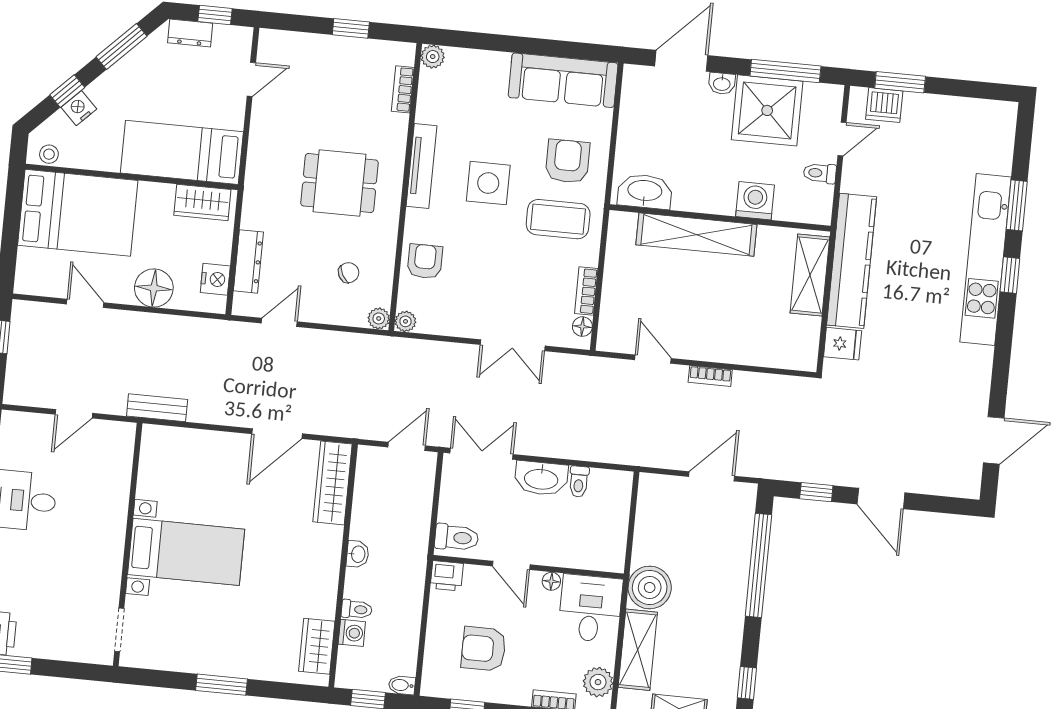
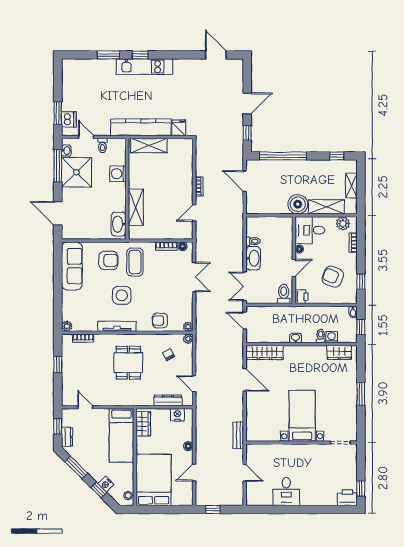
washbasin: (722, 83) -> (66, 150), moved
armchair: (567, 161) -> (108, 260), turned 180
shelving: (696, 235) -> (136, 207), width x0.68
kitchen unit: (985, 260) -> (145, 67), width x0.73
floor lamp: (154, 288) -> (188, 446), width x0.53, depth x0.53
armchair: (484, 649) -> (333, 277), turned 112

